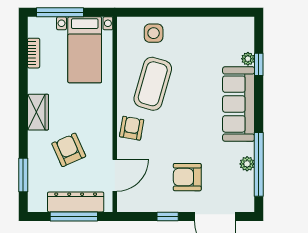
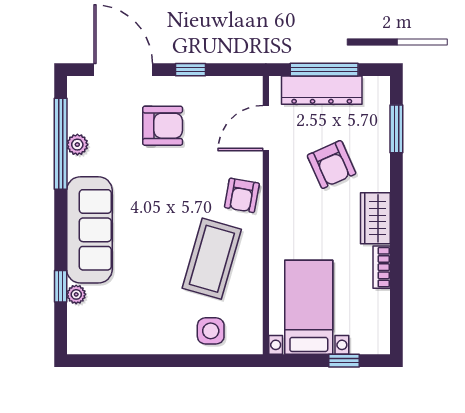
window: (60, 12) -> (344, 361), width x0.46
bookcase: (34, 53) -> (382, 267), moved

